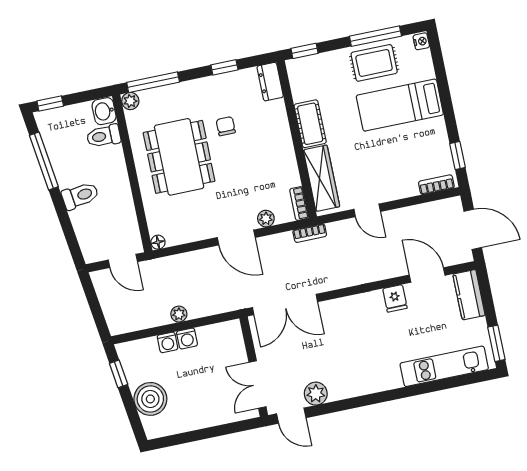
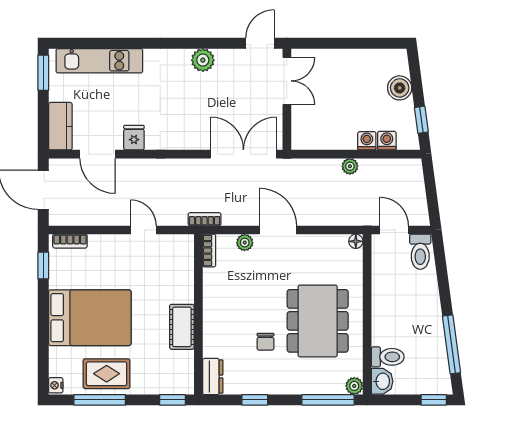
bed: (400, 105) -> (90, 318), width x1.50
wardrobe: (321, 178) -> (182, 271), removed
toilet: (80, 196) -> (420, 252), moved, turned -82
washing machine: (187, 338) -> (387, 141), moved
plant: (316, 394) -> (203, 60), moved
boiler: (150, 399) -> (400, 88), width x0.73, depth x0.73
door: (291, 416) -> (260, 43), hinge flipped

